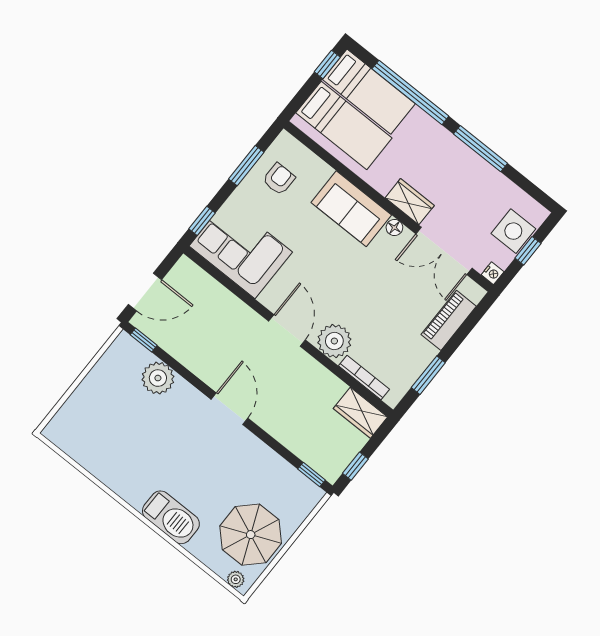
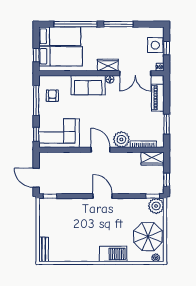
window: (327, 65) -> (36, 55), moved
window: (246, 166) -> (36, 100), width x1.44
door: (145, 292) -> (36, 178), swing flipped
plant: (158, 378) -> (156, 206), moved
bench: (63, 419) -> (44, 249), added

